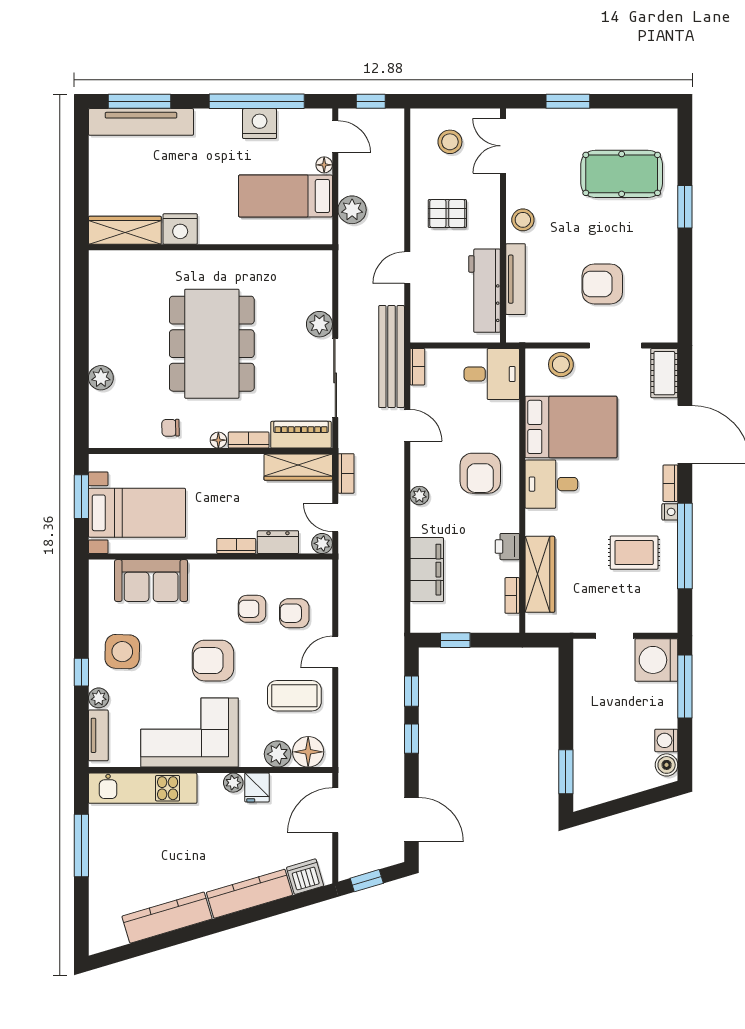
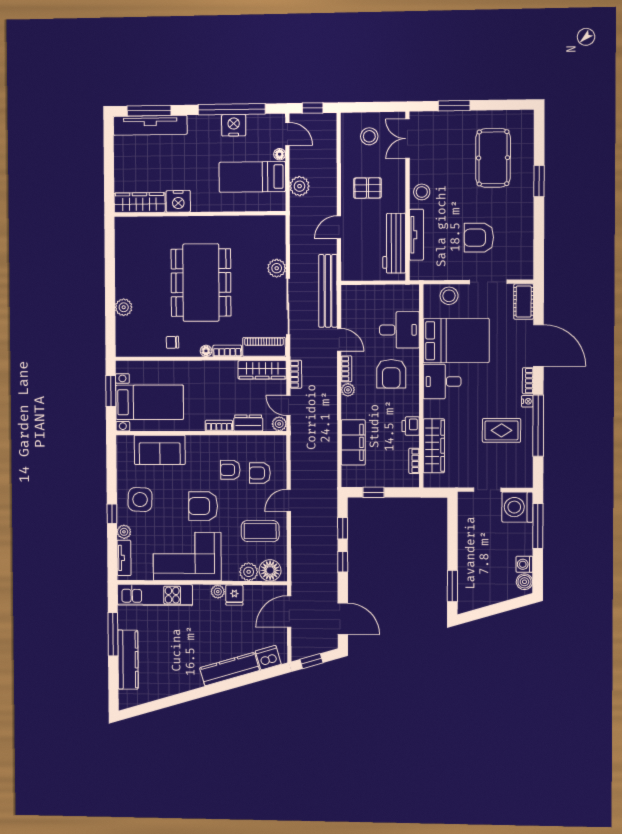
pool table: (622, 174) -> (493, 158), turned 90
bookcase: (417, 367) -> (346, 369), moved
desk: (492, 374) -> (399, 330), moved
kitchen counter: (167, 918) -> (128, 660), moved, turned 107

